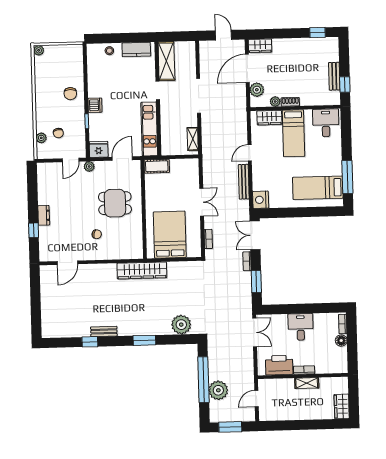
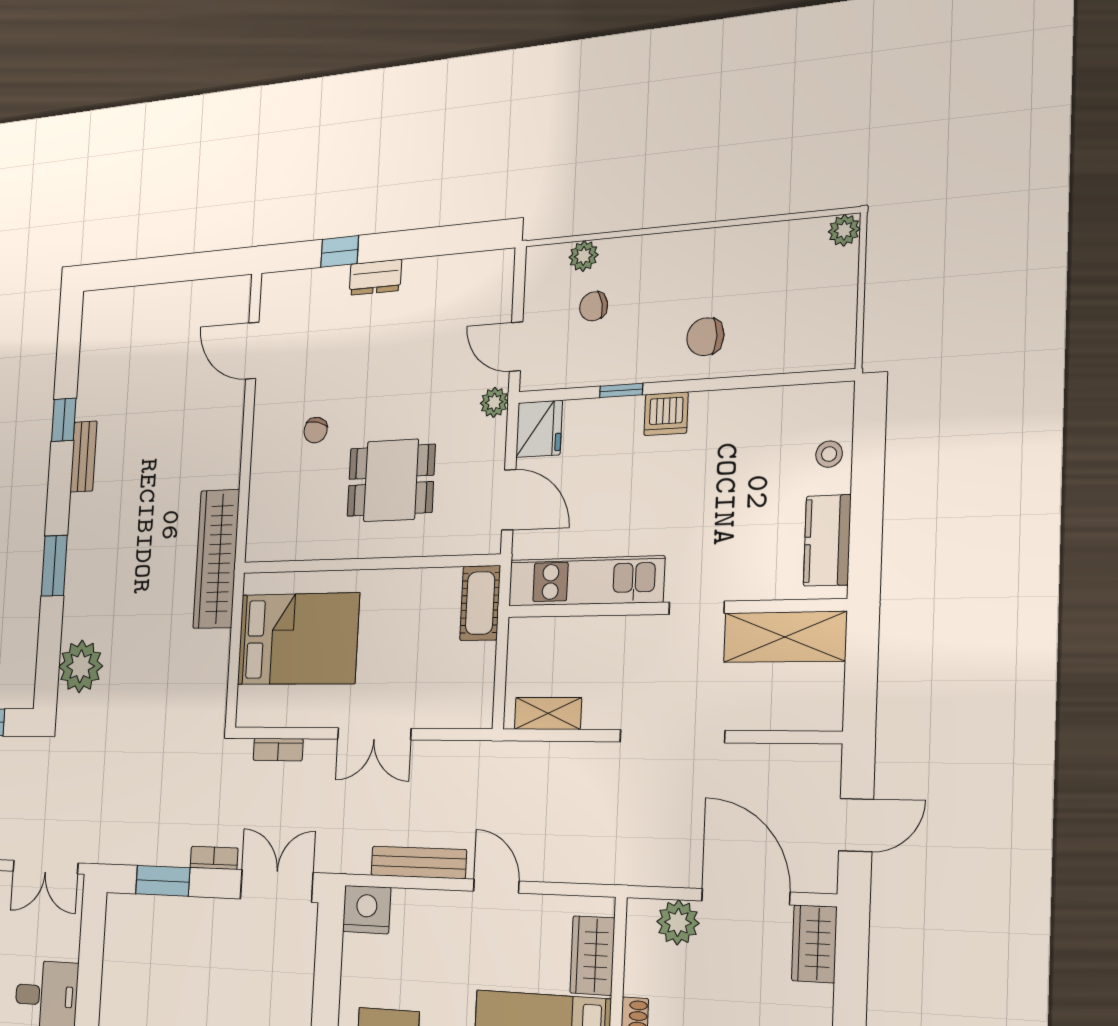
plant: (275, 102) -> (639, 978), removed
dining table: (115, 203) -> (391, 480), turned 90

